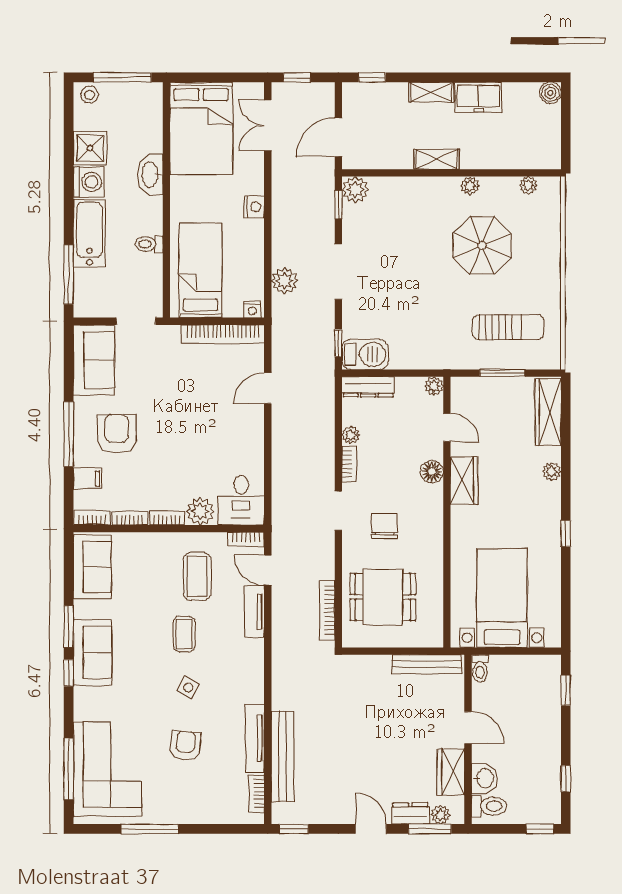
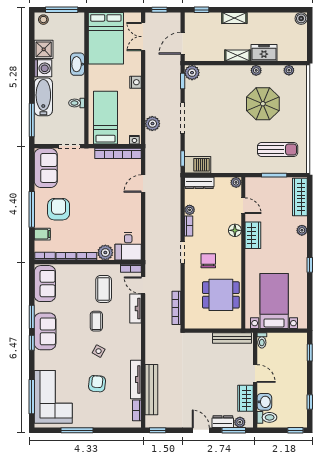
freezer: (478, 97) -> (264, 53), moved, turned 180
dining table: (383, 597) -> (221, 295), moved

